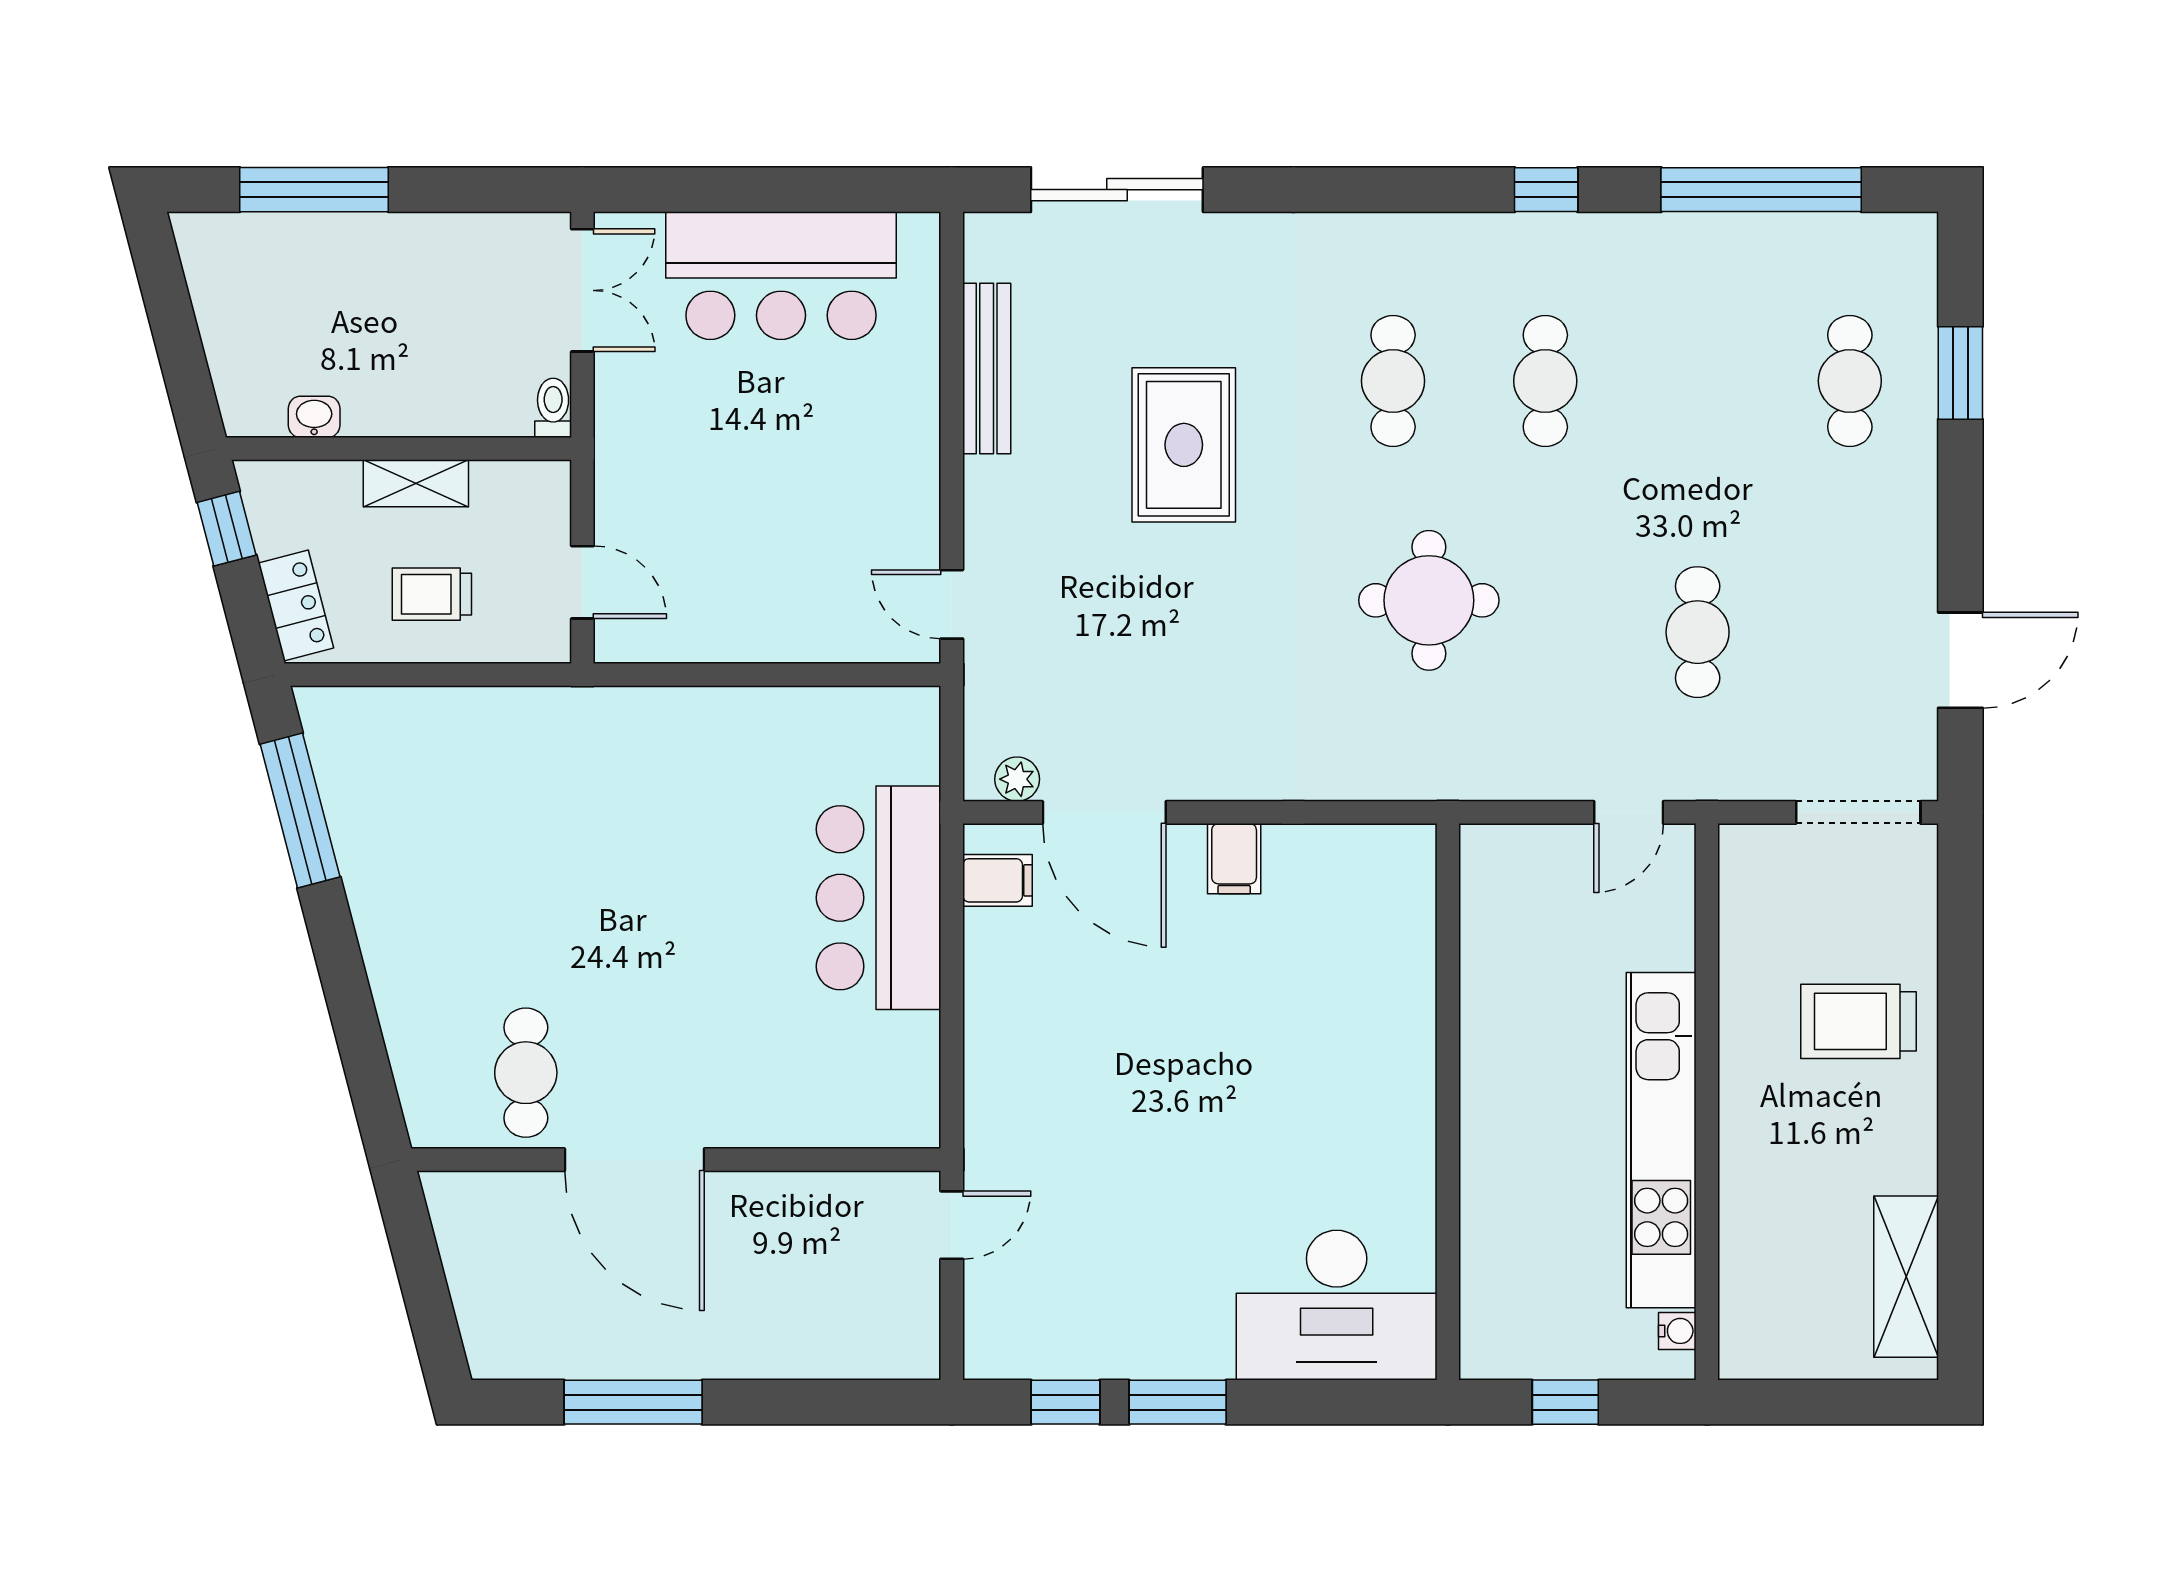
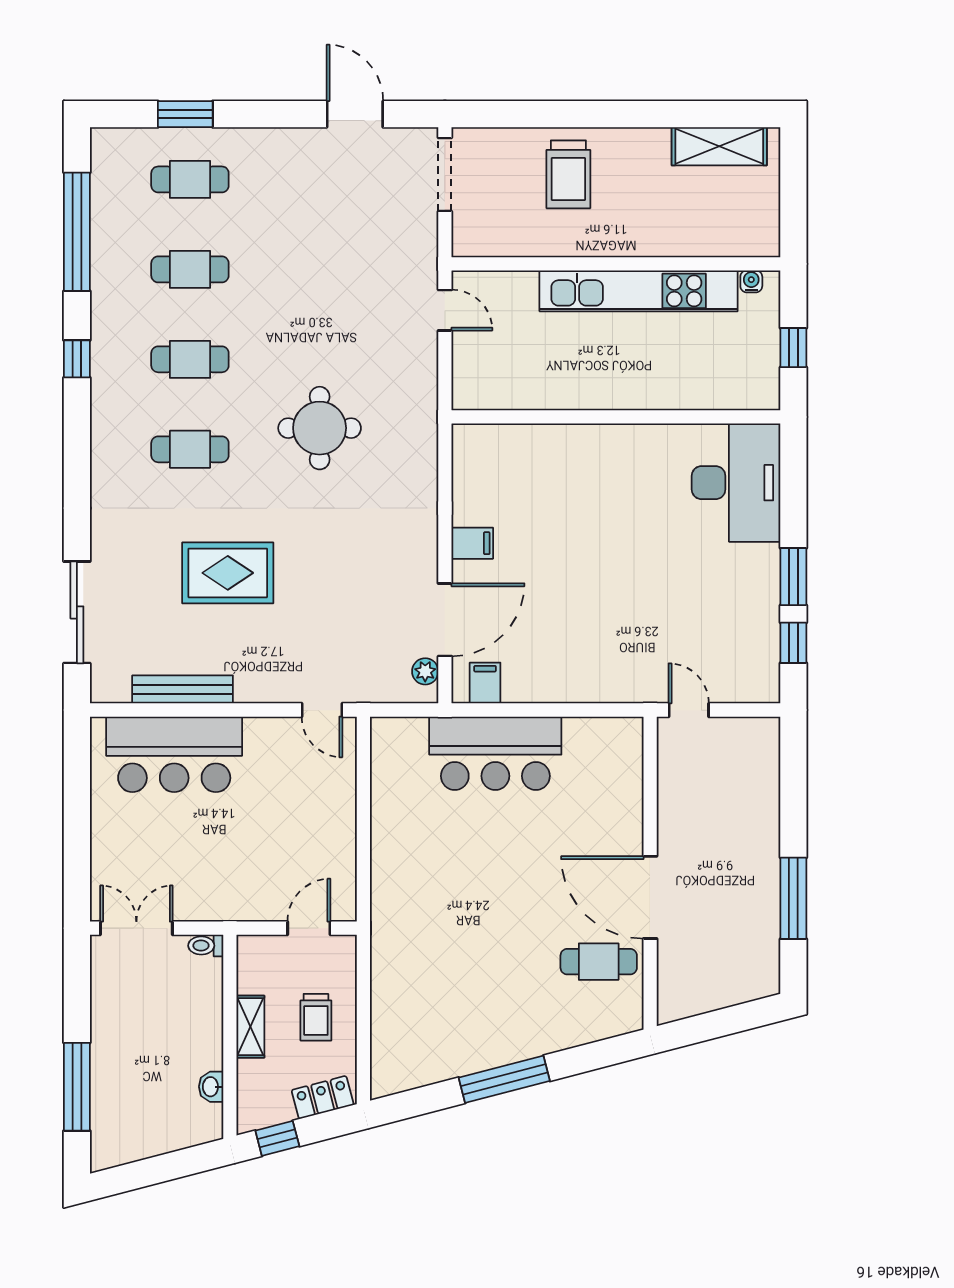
bar counter: (781, 276) -> (174, 754), moved, turned 90
door: (952, 604) -> (322, 710), hinge flipped
cafe table: (1698, 632) -> (190, 269), moved
window: (300, 811) -> (504, 1079), moved
door: (634, 1160) -> (650, 897), swing flipped

